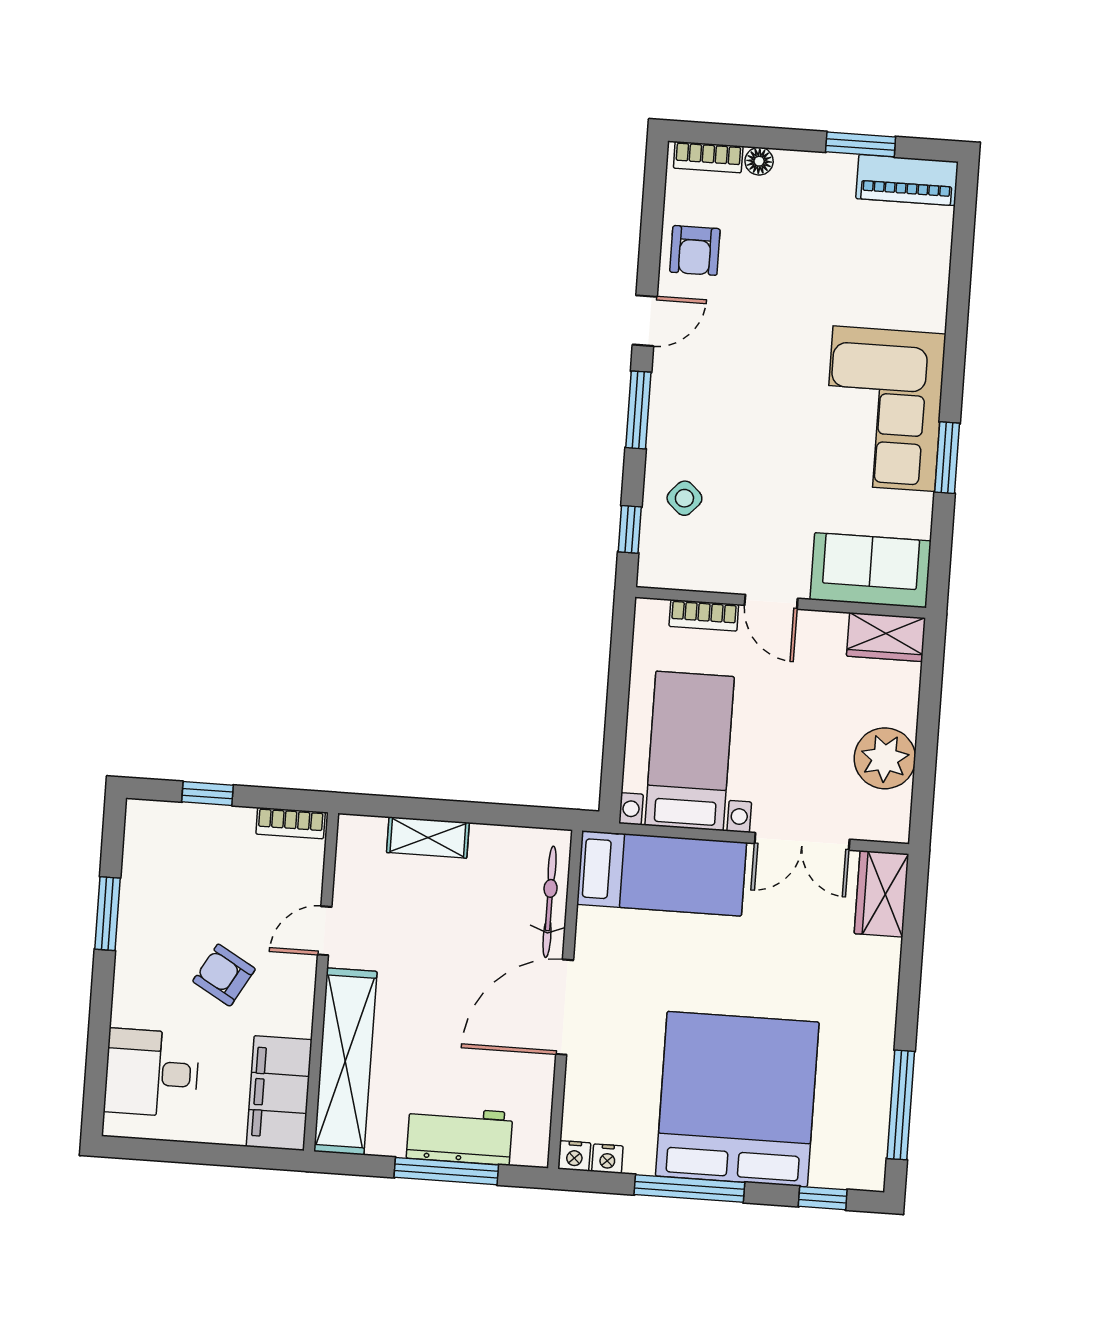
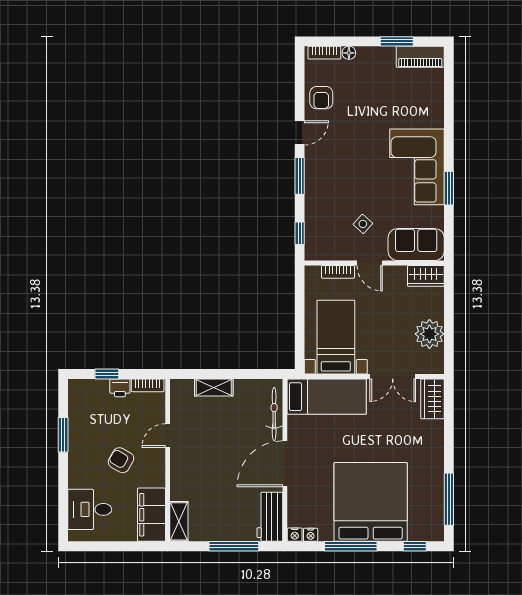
side table: (684, 498) -> (363, 224), moved
printer: (233, 824) -> (120, 388), added
shelving: (345, 1061) -> (179, 521), width x0.45, depth x0.75
workbench: (460, 1135) -> (270, 517), moved, turned -90

